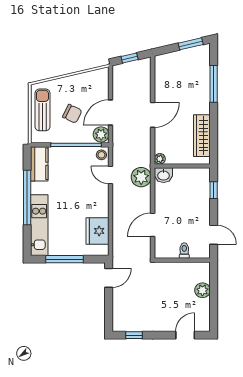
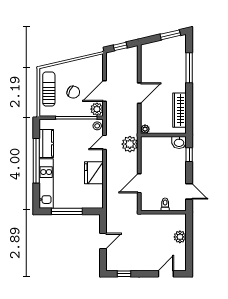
kitchen counter: (39, 164) -> (46, 143), moved
door: (110, 175) -> (105, 142), hinge flipped
washbasin: (164, 175) -> (179, 142), moved
fridge: (97, 231) -> (94, 173), moved
door: (109, 278) -> (103, 241), moved

